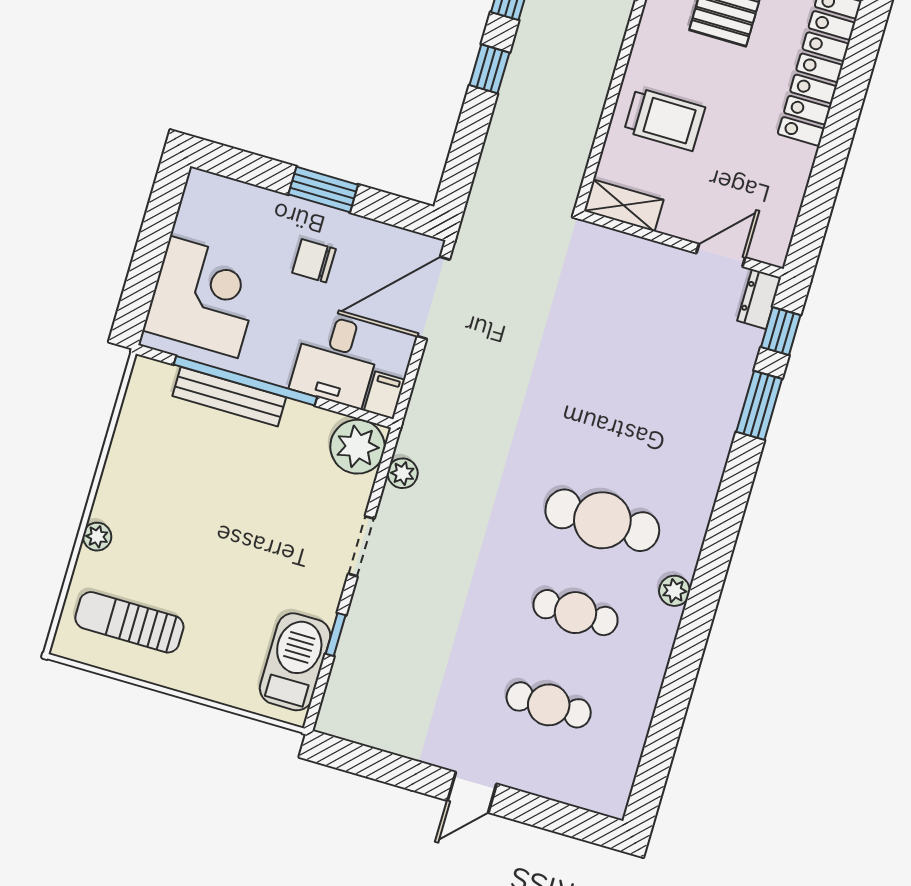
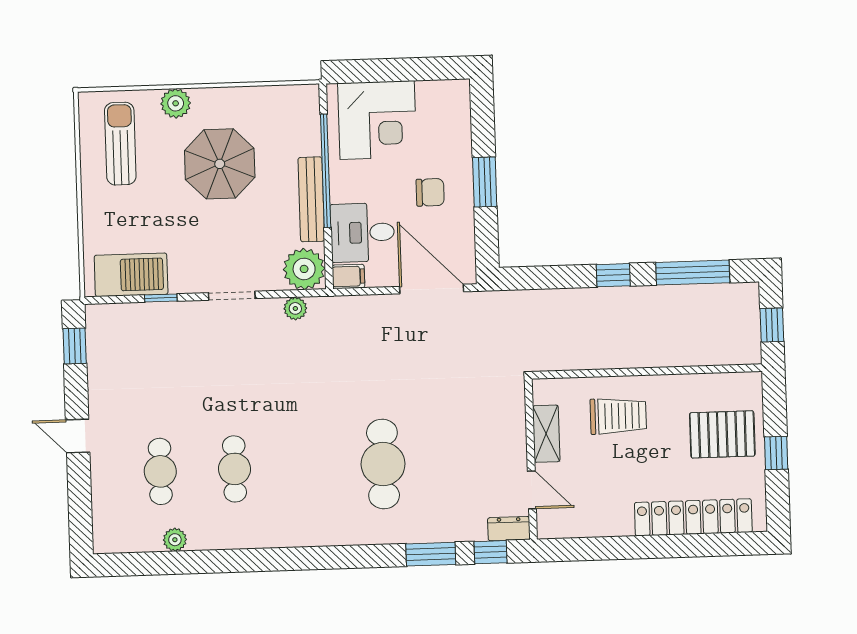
trolley: (665, 119) -> (618, 416), turned -90
shelving: (624, 205) -> (546, 434), moved
chair: (314, 261) -> (430, 192), turned 90
bench: (229, 397) -> (311, 199), moved
parasol: (194, 508) -> (220, 164), added
cafe table: (602, 520) -> (383, 464), moved
plant: (97, 537) -> (176, 103), width x1.38, depth x1.38
plant: (674, 591) -> (175, 540), moved
window: (360, 760) -> (75, 346), added

